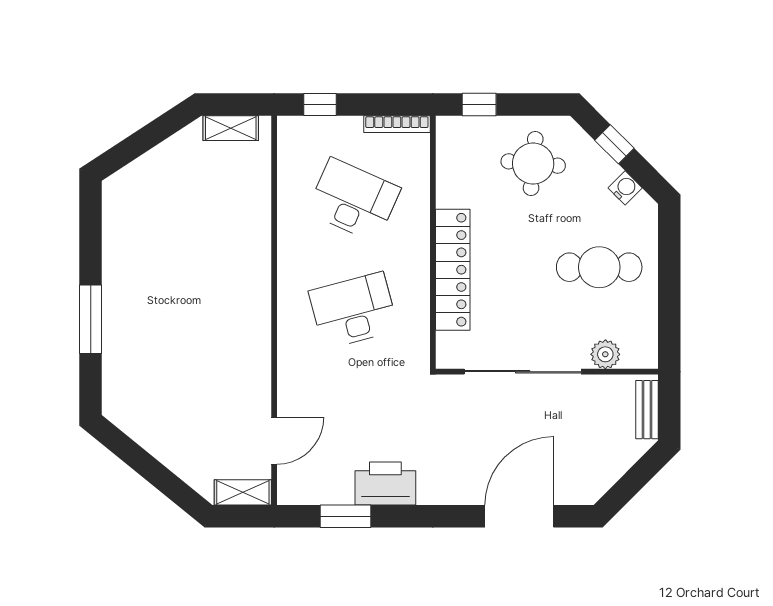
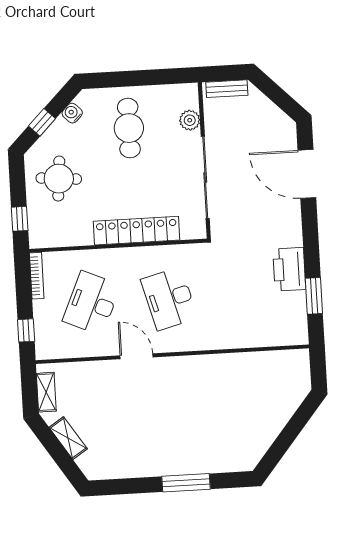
door: (274, 441) -> (137, 356), moved
shelving: (243, 492) -> (68, 438), moved, turned -33

